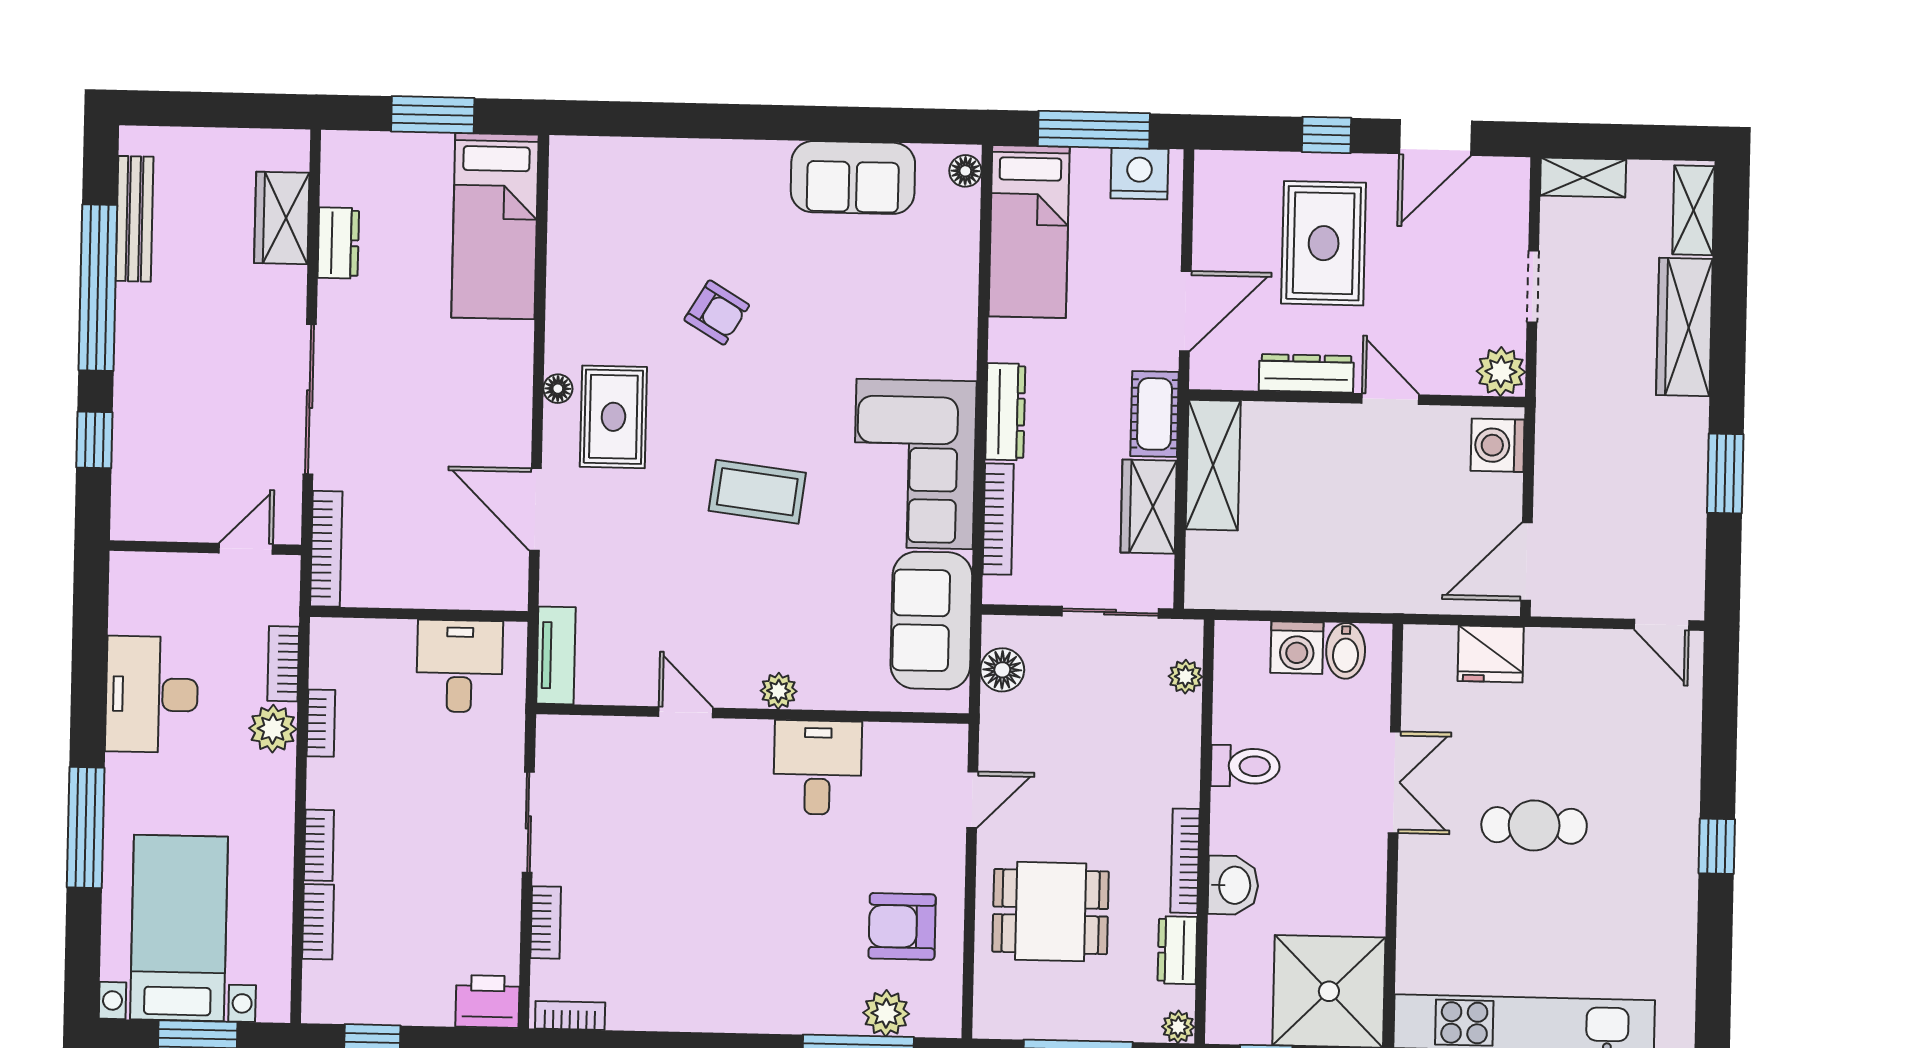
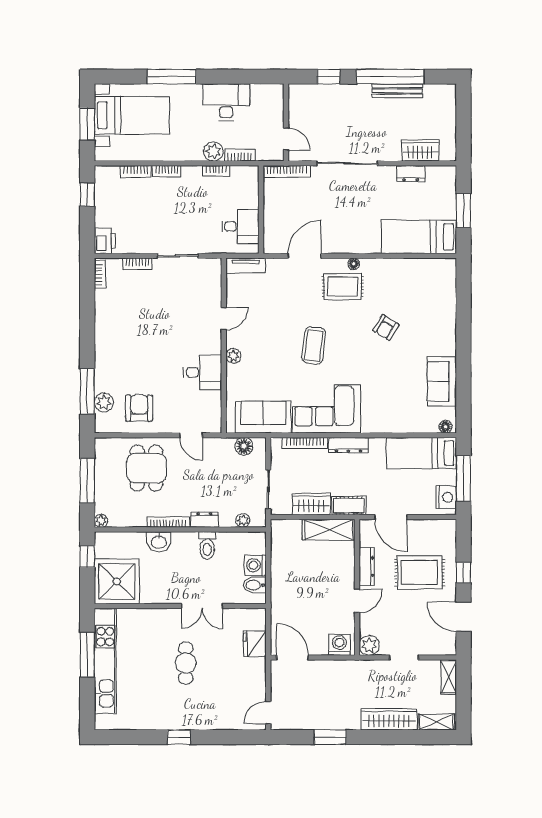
bench: (135, 219) -> (397, 91), moved
dresser: (1177, 950) -> (204, 520), moved

